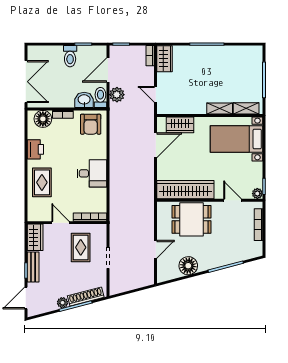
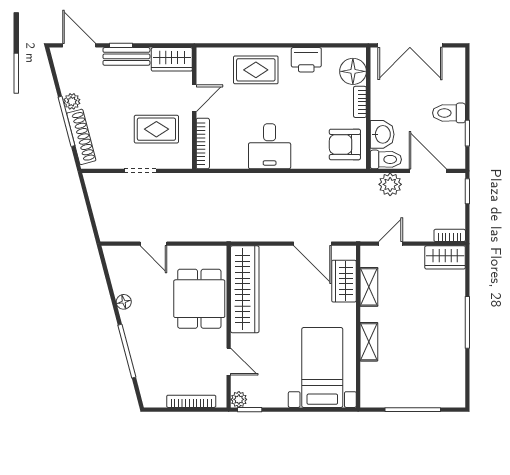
shelving: (246, 108) -> (369, 287), moved
door: (233, 200) -> (229, 362), hinge flipped
floor lamp: (188, 266) -> (124, 302), width x0.53, depth x0.53

